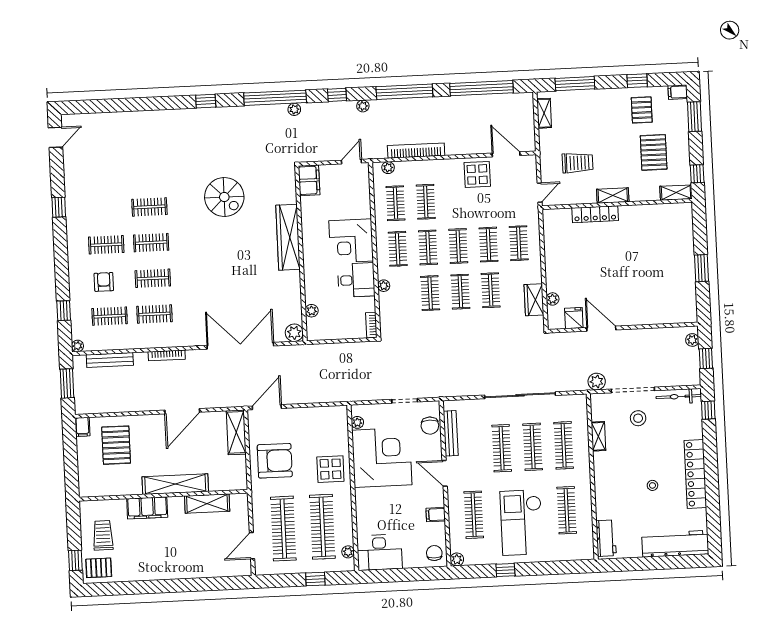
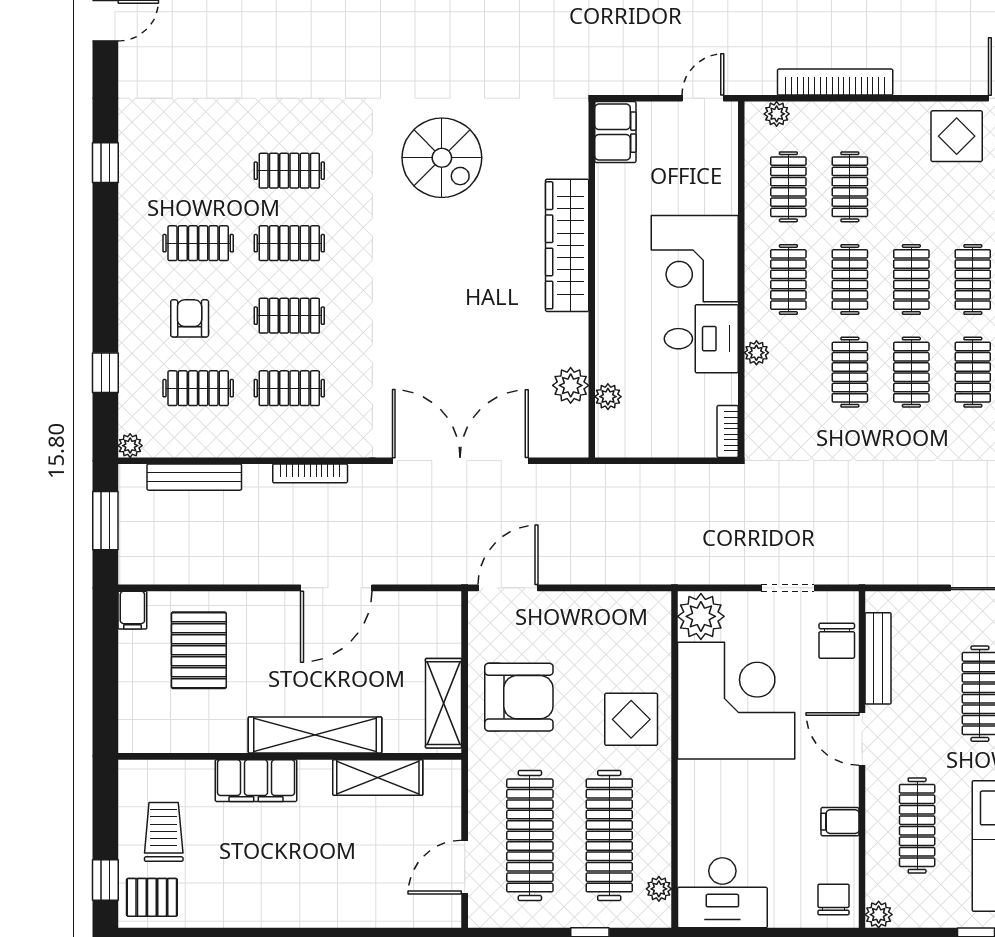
plant: (294, 333) -> (571, 385), moved
plant: (357, 422) -> (701, 616), width x1.88, depth x1.88
shelving: (236, 432) -> (444, 703), moved

